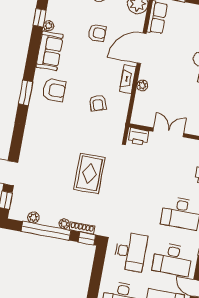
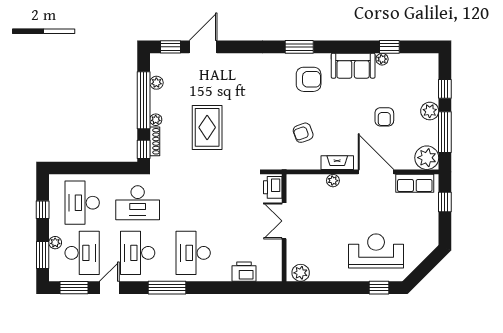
armchair: (54, 90) -> (309, 79), turned -90
double door: (168, 132) -> (284, 221), swing flipped
rug: (89, 173) -> (207, 127), moved, turned 90

